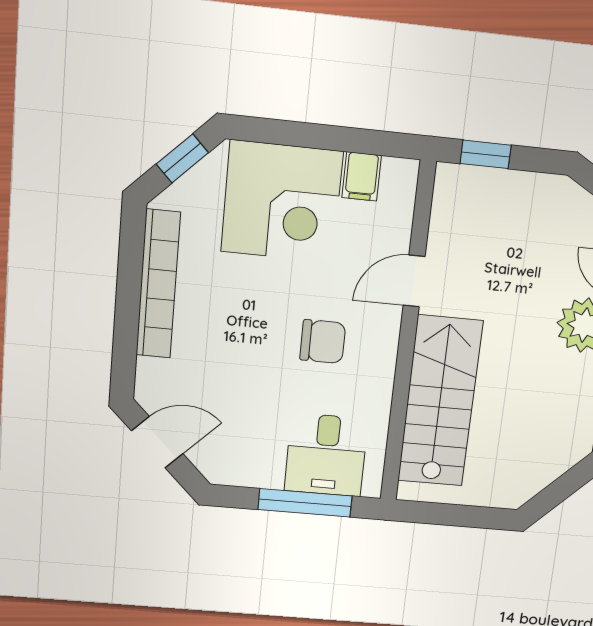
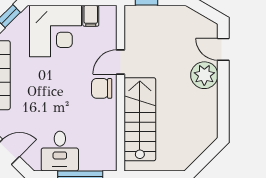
chair: (323, 342) -> (102, 88), moved, turned 180
desk: (326, 455) -> (60, 151), moved

